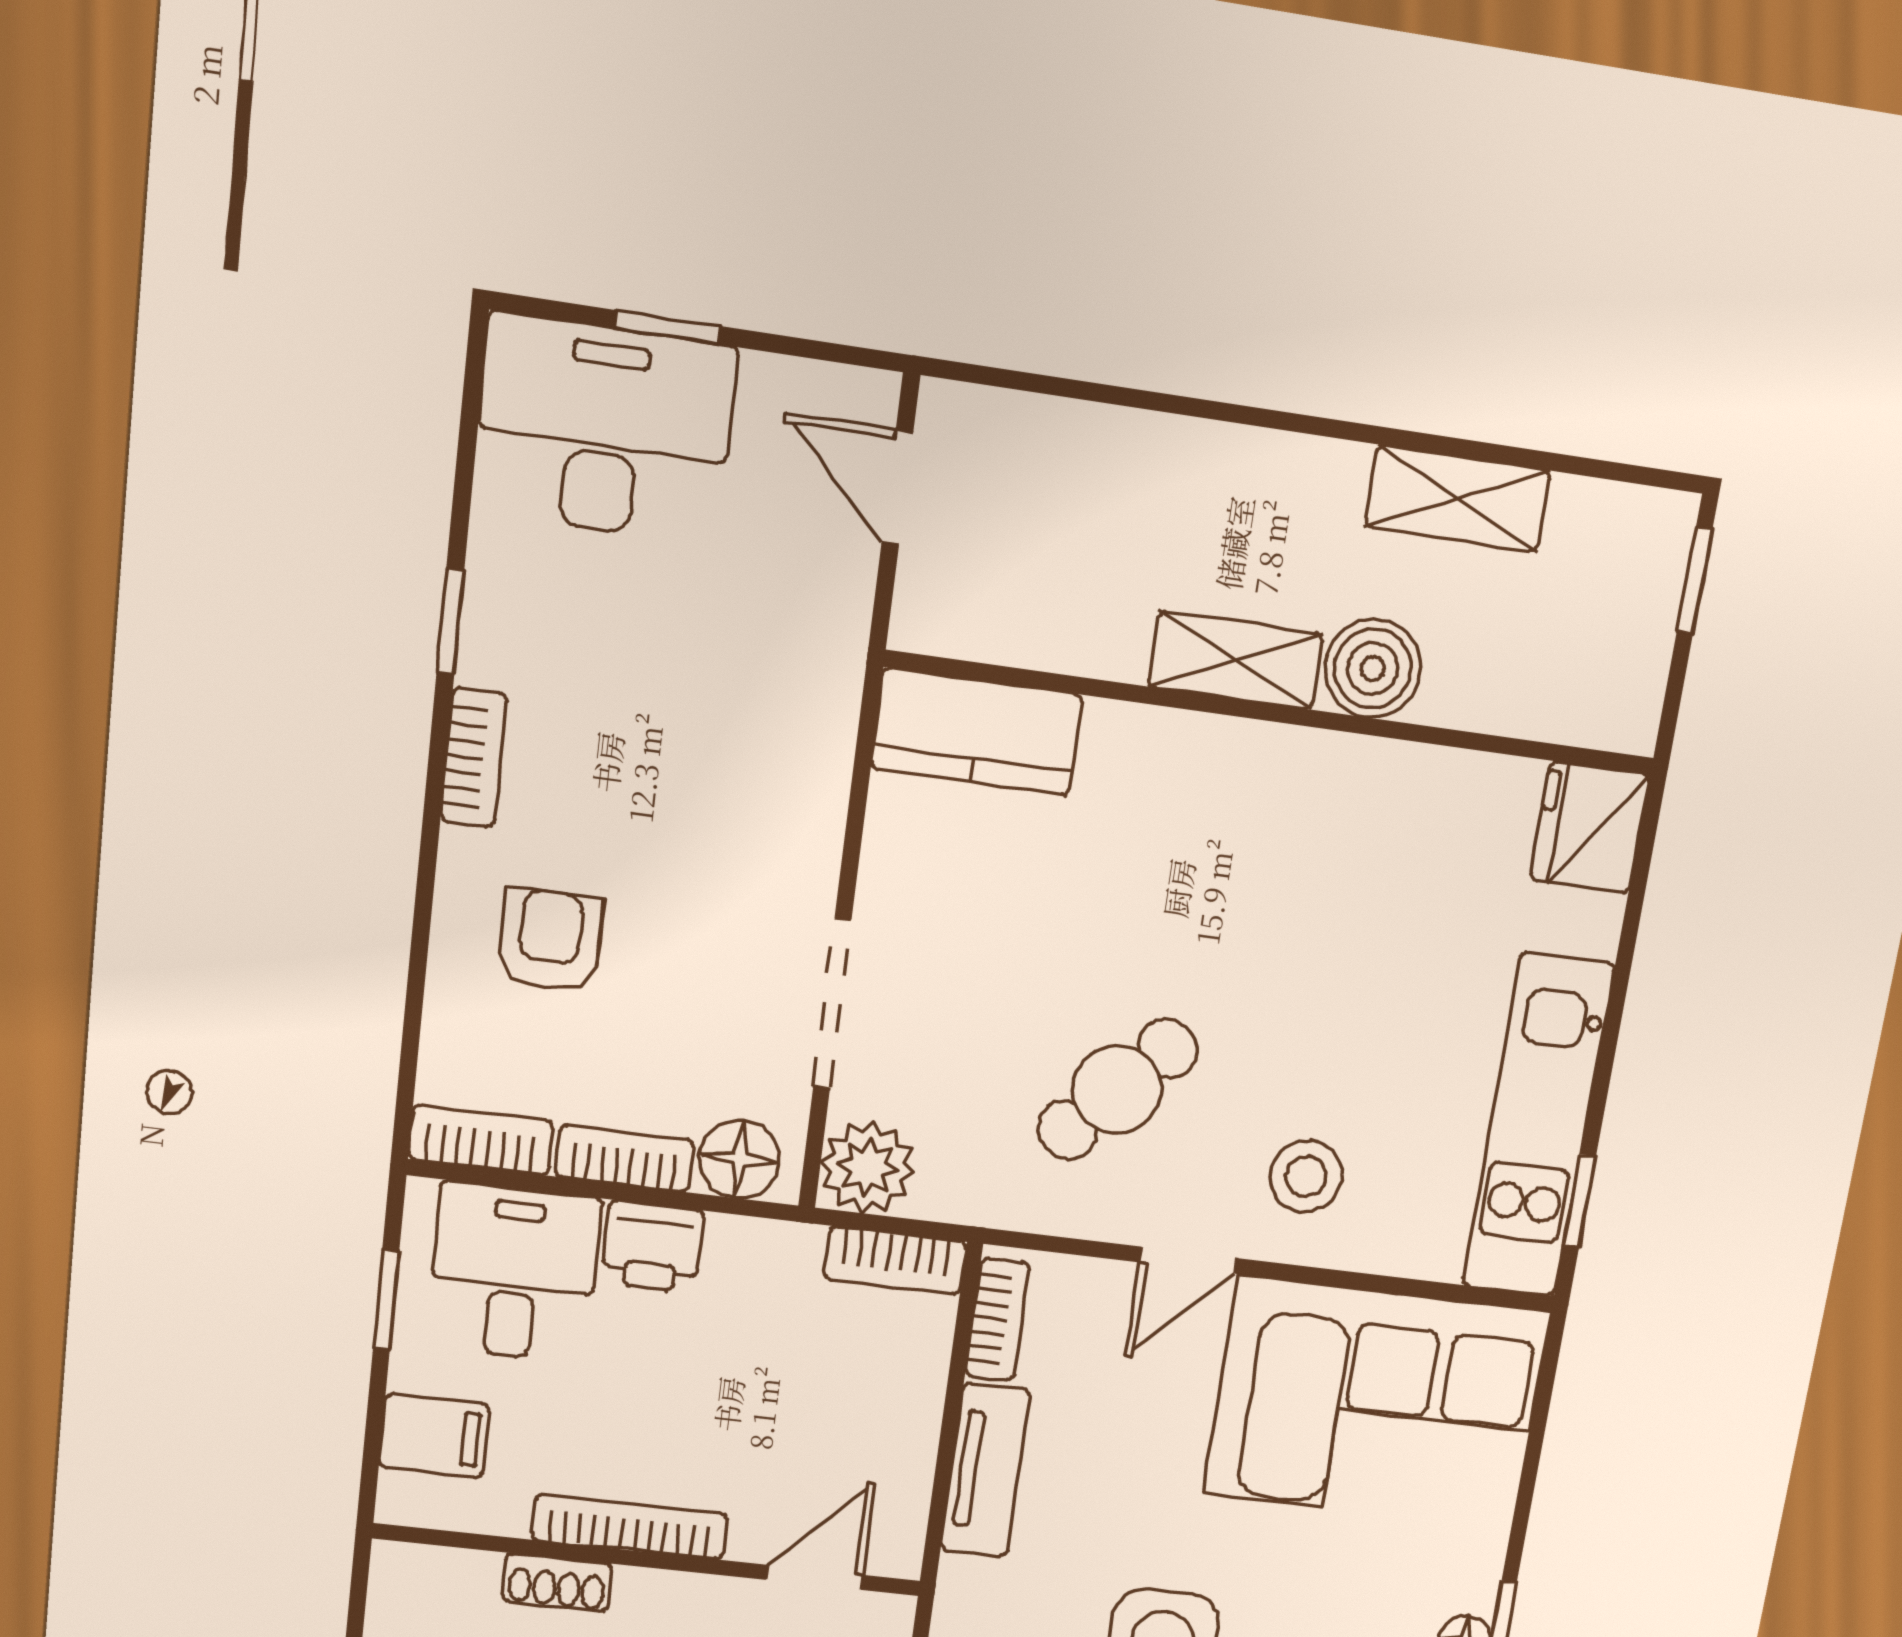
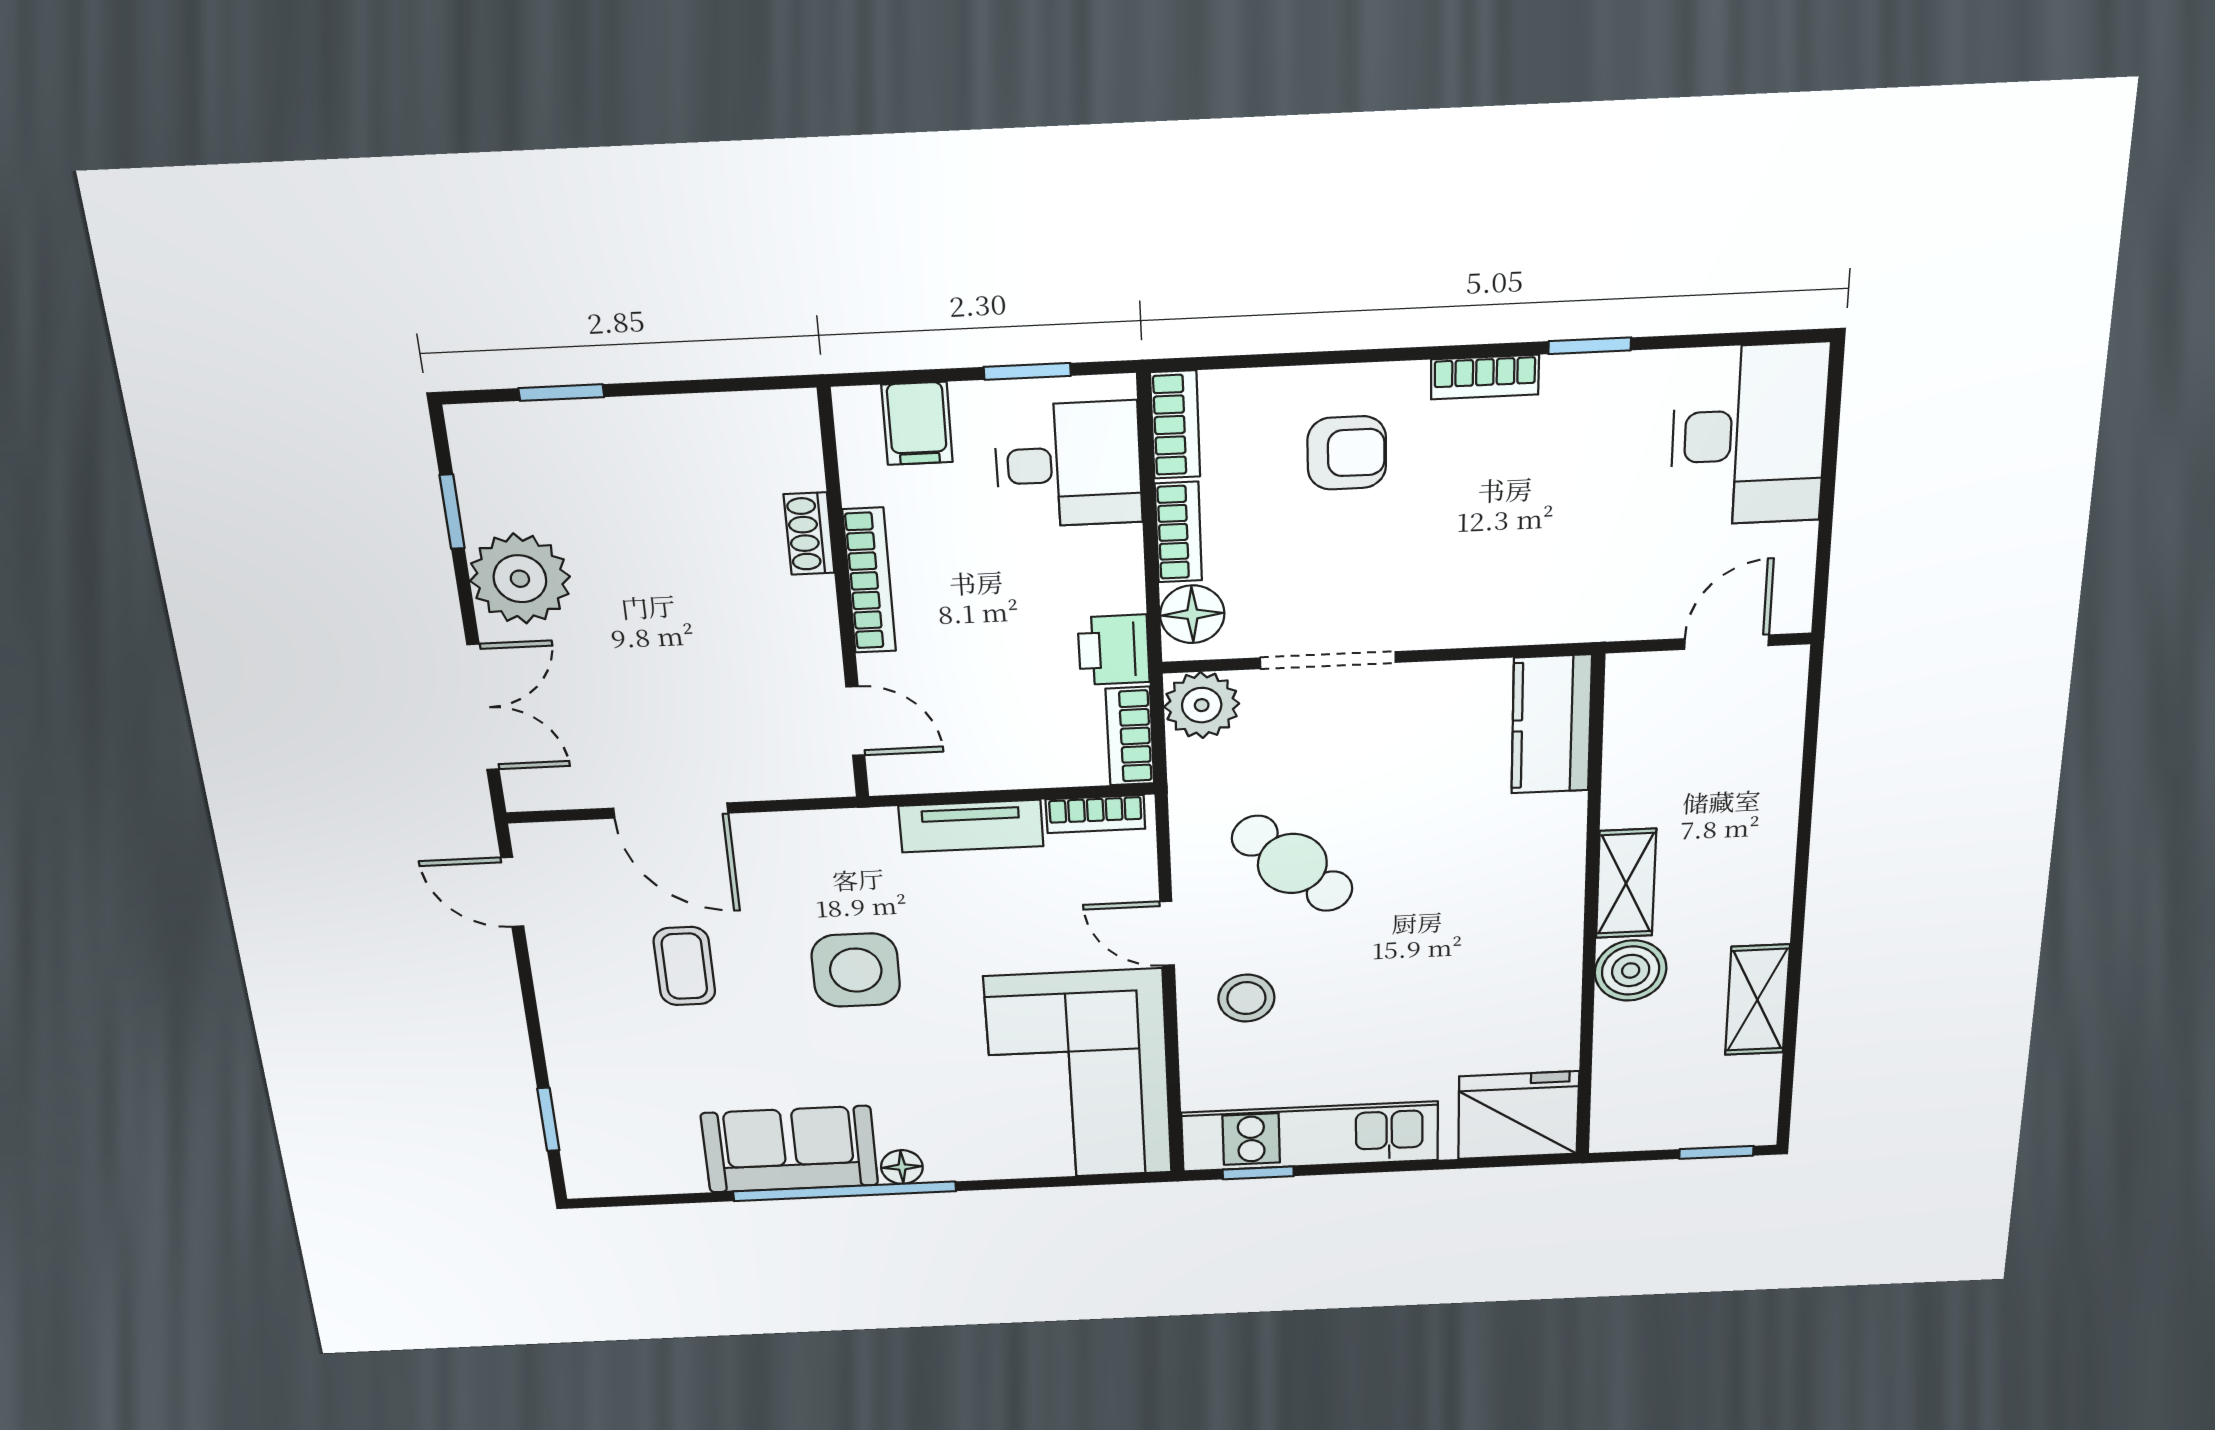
window: (667, 327) -> (1829, 468), removed
fridge: (1590, 827) -> (1518, 1115), width x1.36, depth x1.34
printer: (653, 1247) -> (1114, 650), moved

